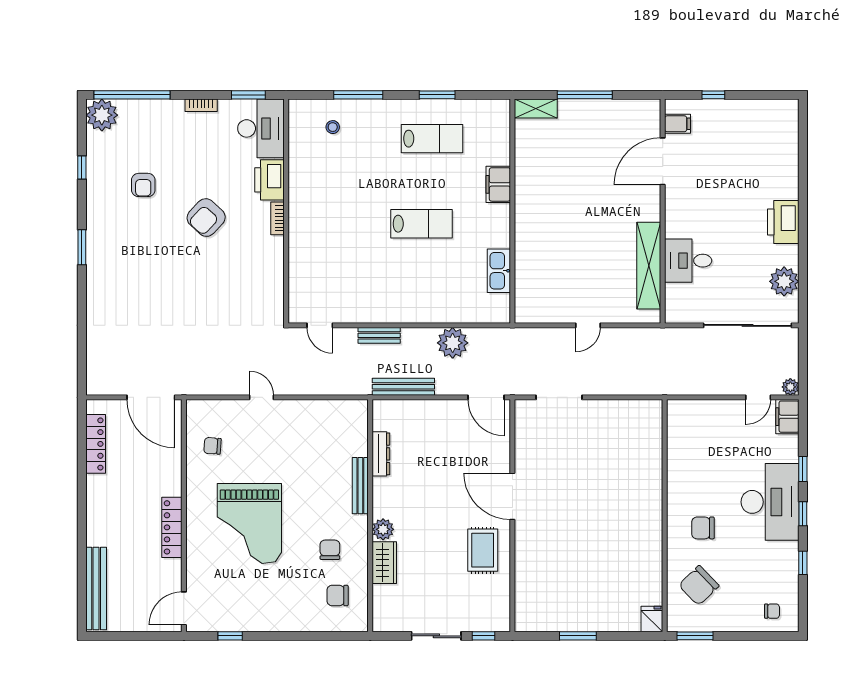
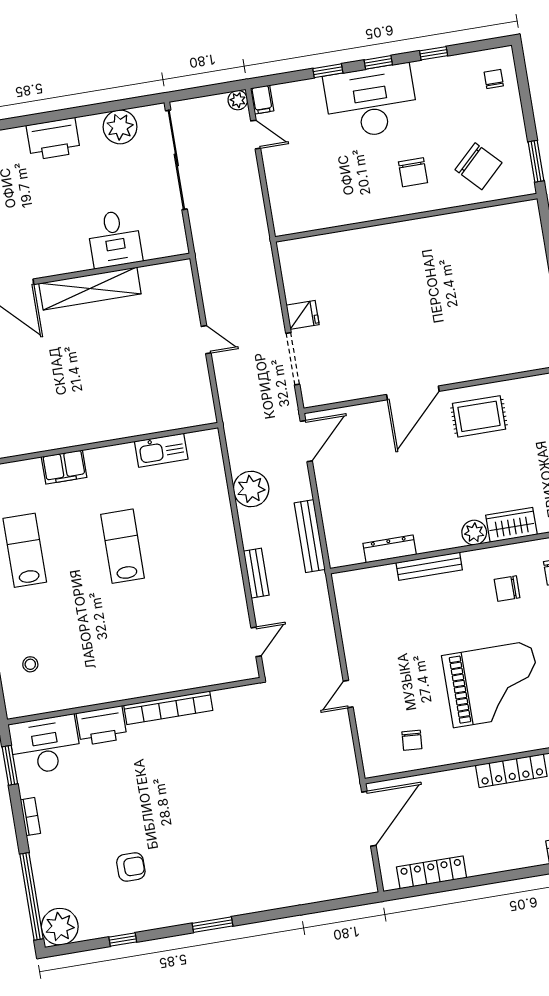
armchair: (206, 218) -> (156, 790), removed
bookcase: (277, 218) -> (168, 708), width x2.31, depth x1.31
shelving: (649, 266) -> (90, 289), moved
filing cabinet: (787, 417) -> (262, 100), width x0.50
fridge: (652, 619) -> (303, 315), moved, turned 180

